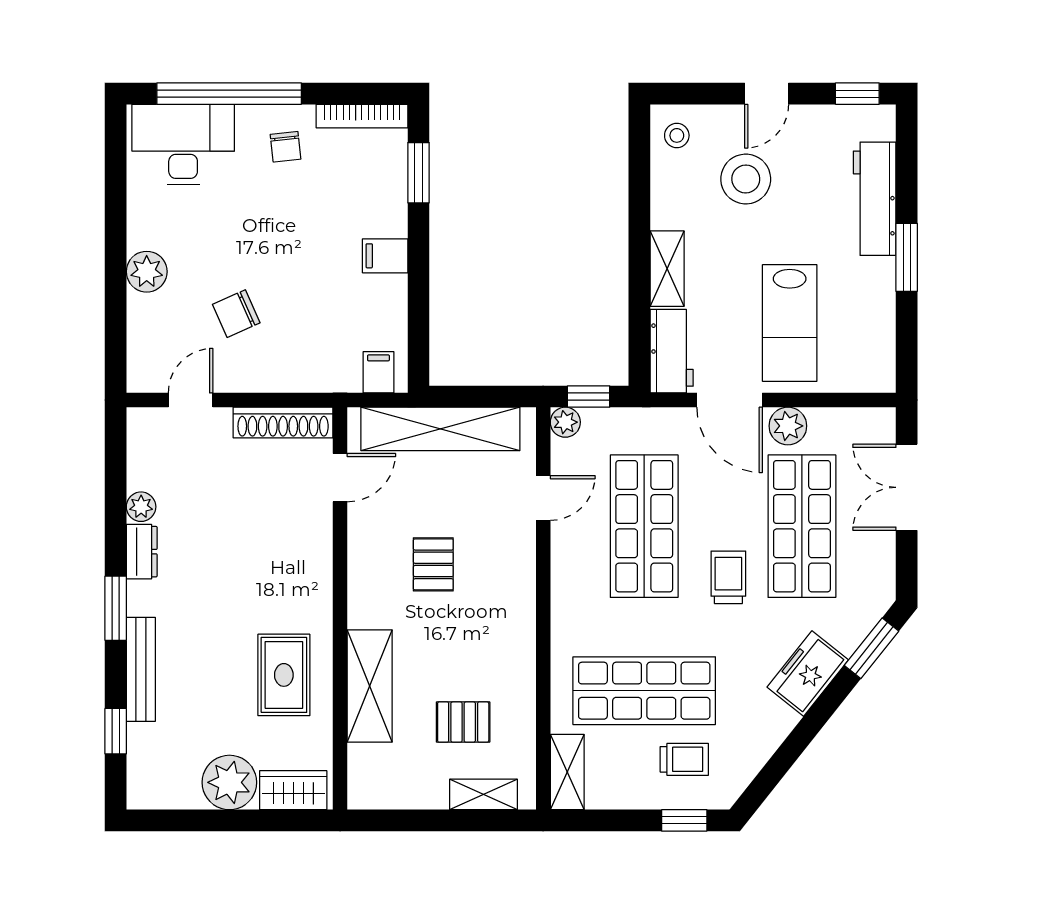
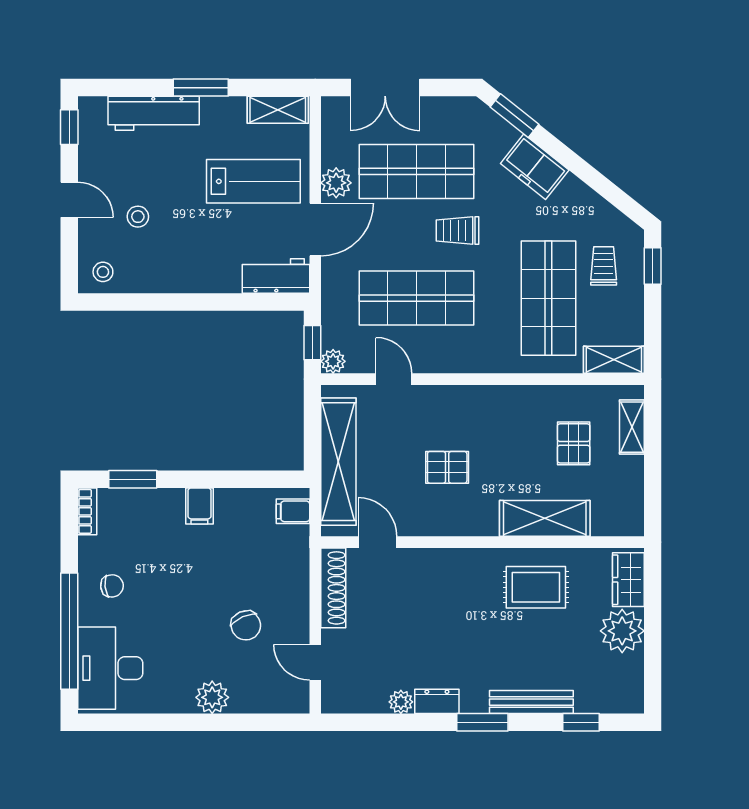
bookcase: (362, 116) -> (87, 511), width x0.64
stool: (746, 179) -> (138, 217), width x0.53, depth x0.53
shelving: (667, 269) -> (278, 110), moved

